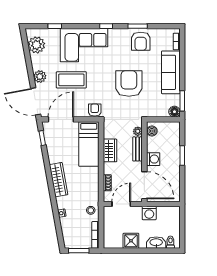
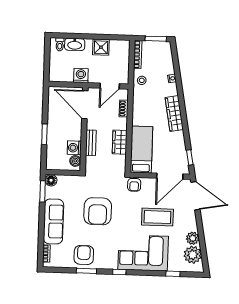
plant: (40, 77) -> (193, 238), moved
plant: (138, 131) -> (90, 161), removed
washing machine: (153, 159) -> (74, 148), moved

